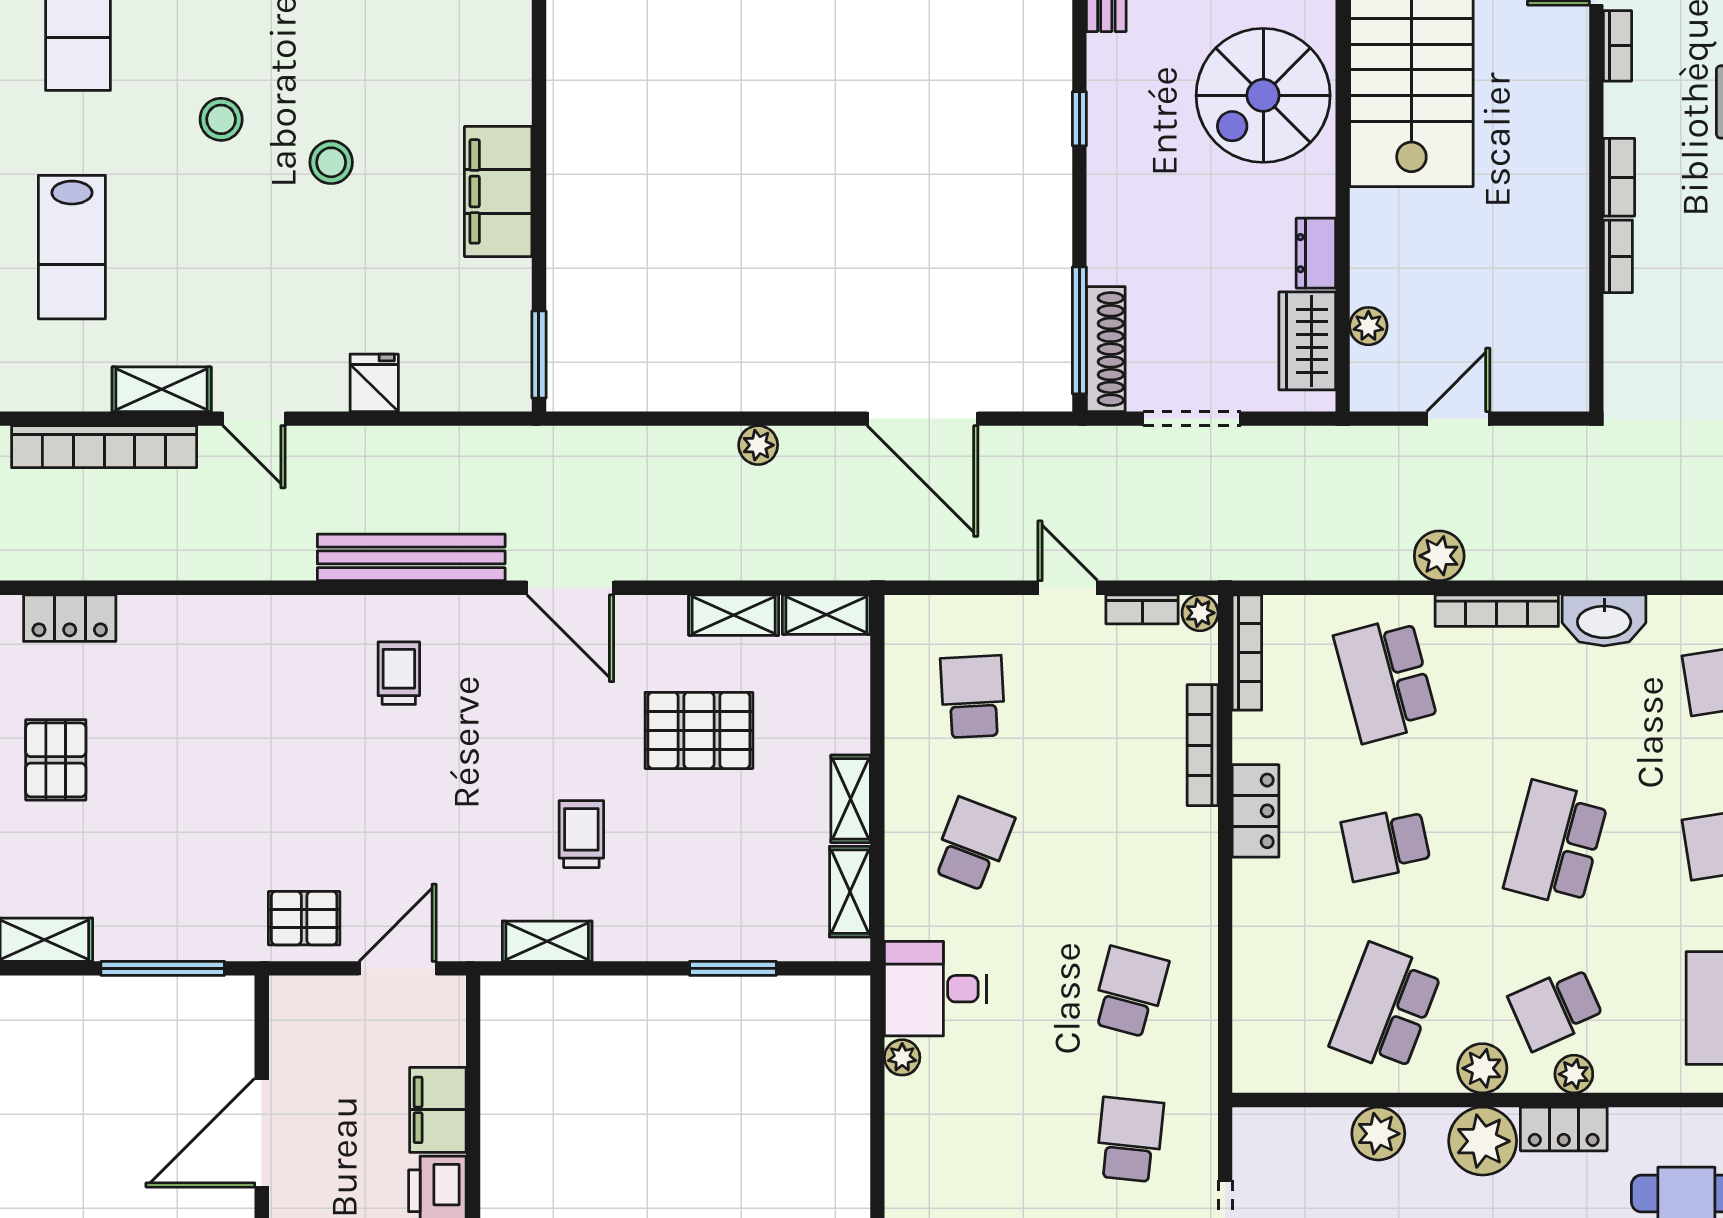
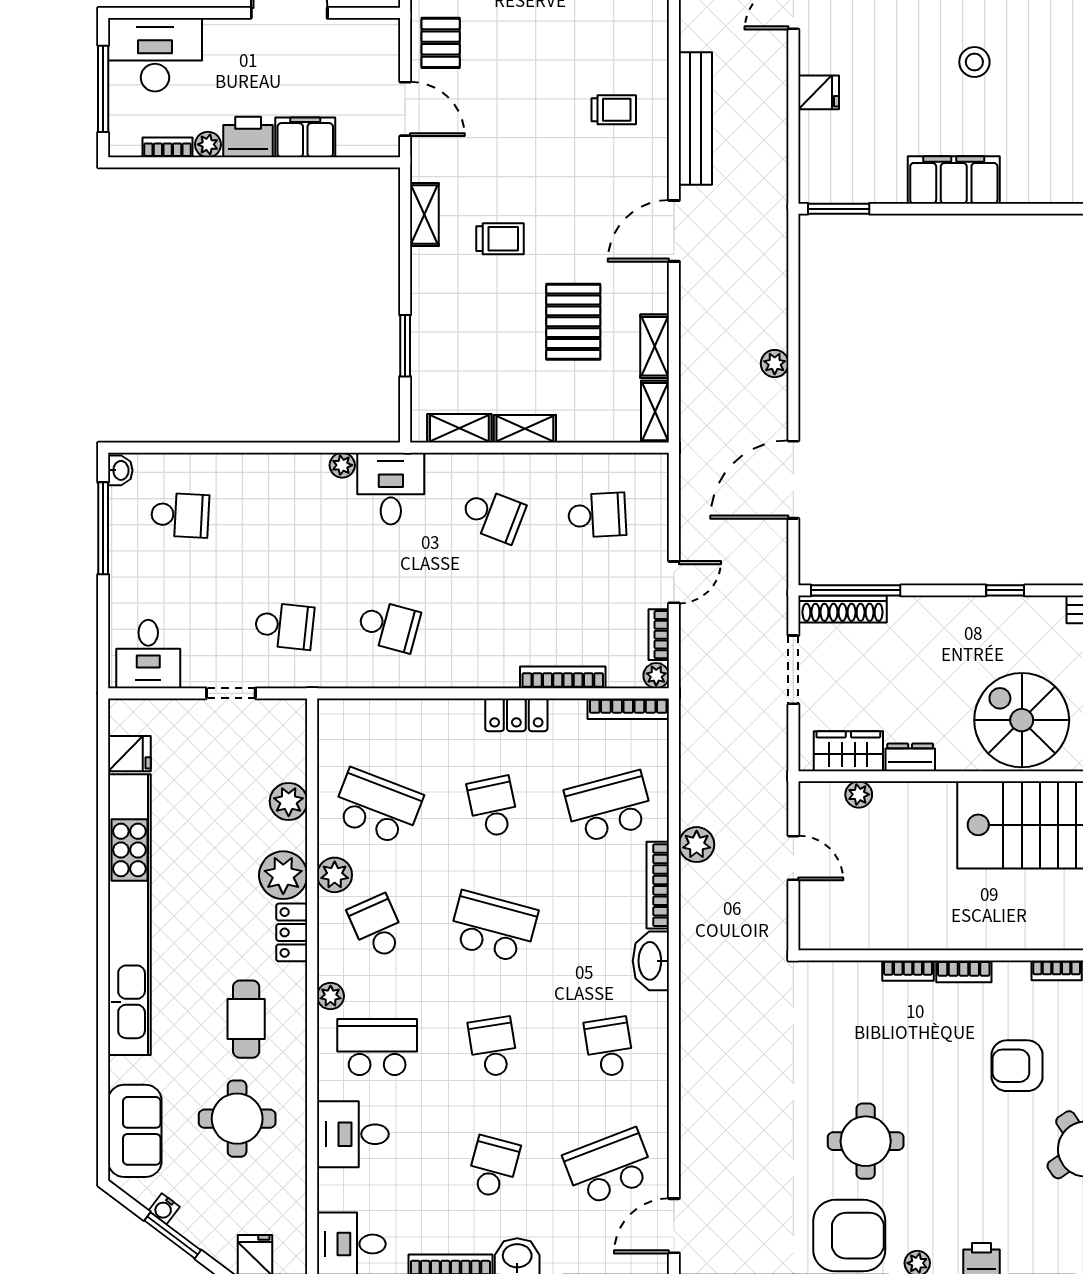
plant: (1574, 1074) -> (331, 996), moved

